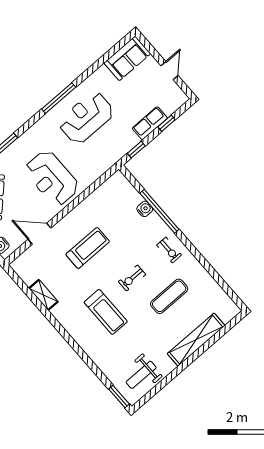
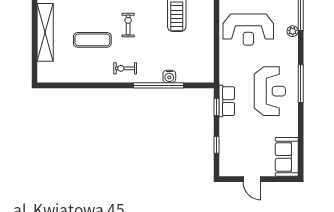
row of seats: (150, 123) -> (227, 101), moved
plant: (22, 141) -> (293, 31), added
reception desk: (52, 178) -> (248, 30), turned 180
exercise mat: (169, 296) -> (92, 40), turned 90

